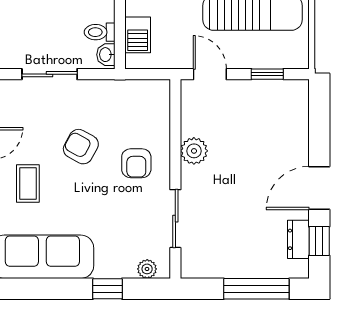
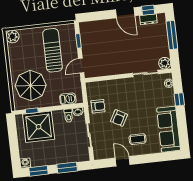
plant: (194, 151) -> (165, 63), moved
armchair: (136, 163) -> (98, 106), moved

